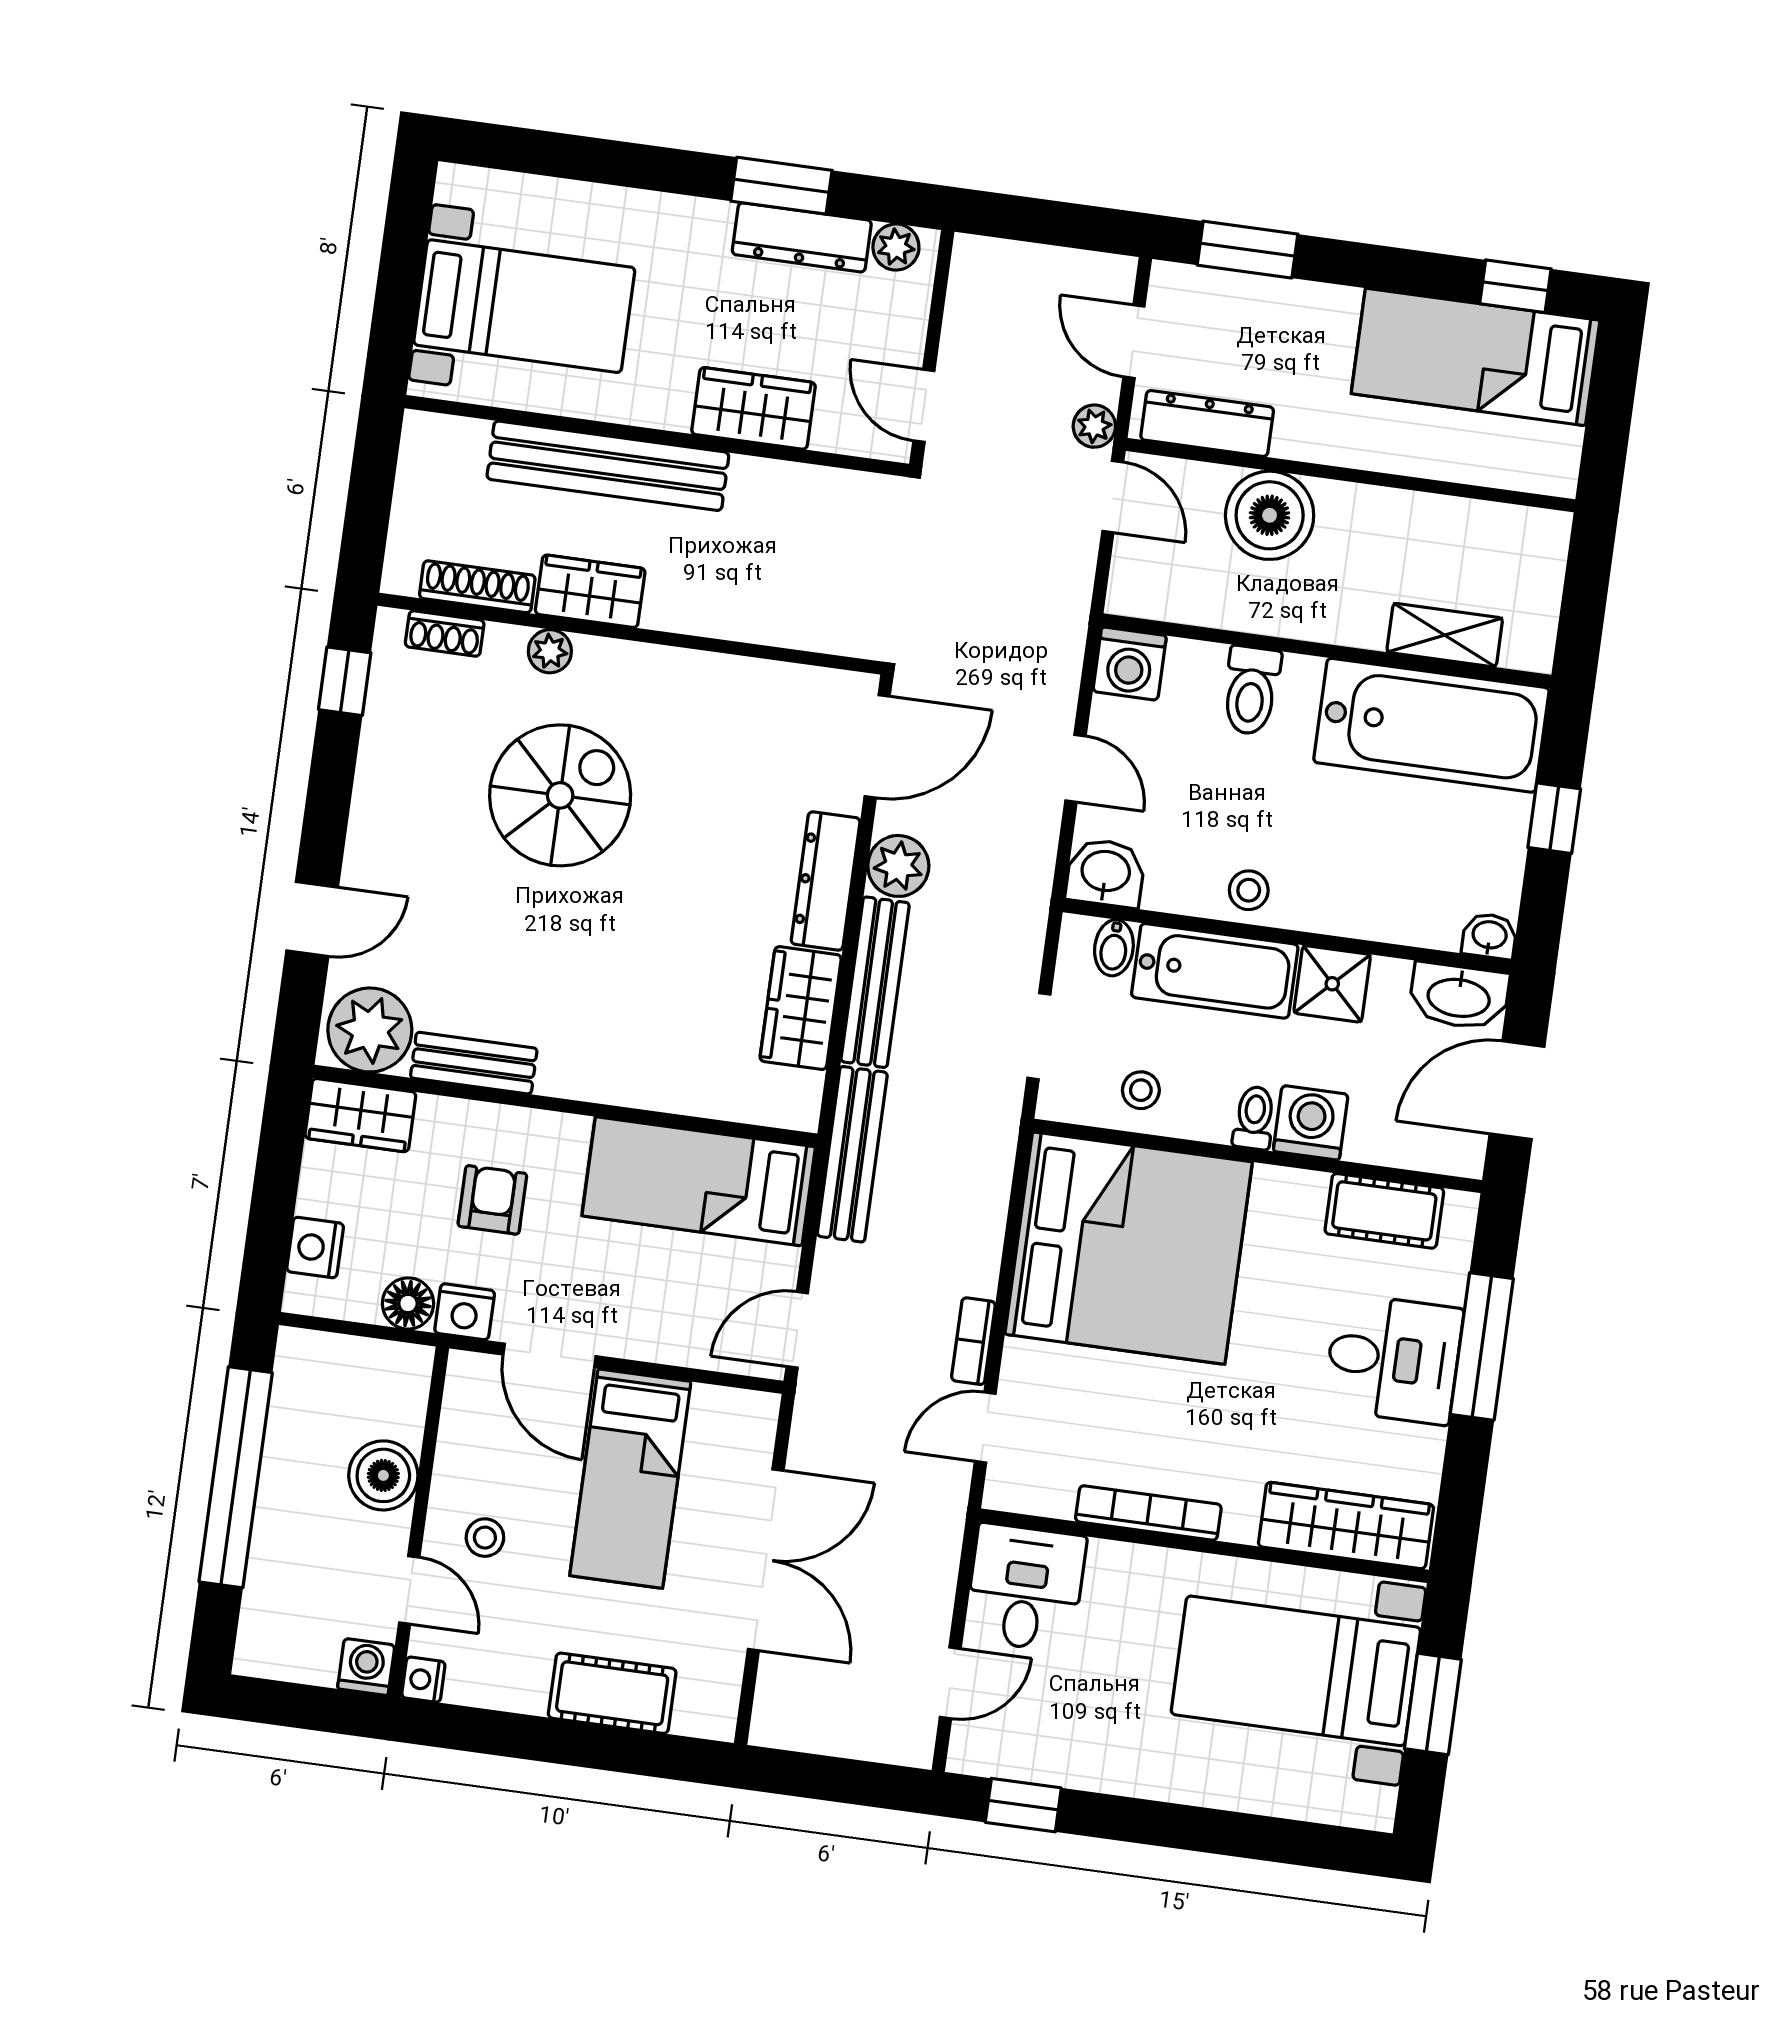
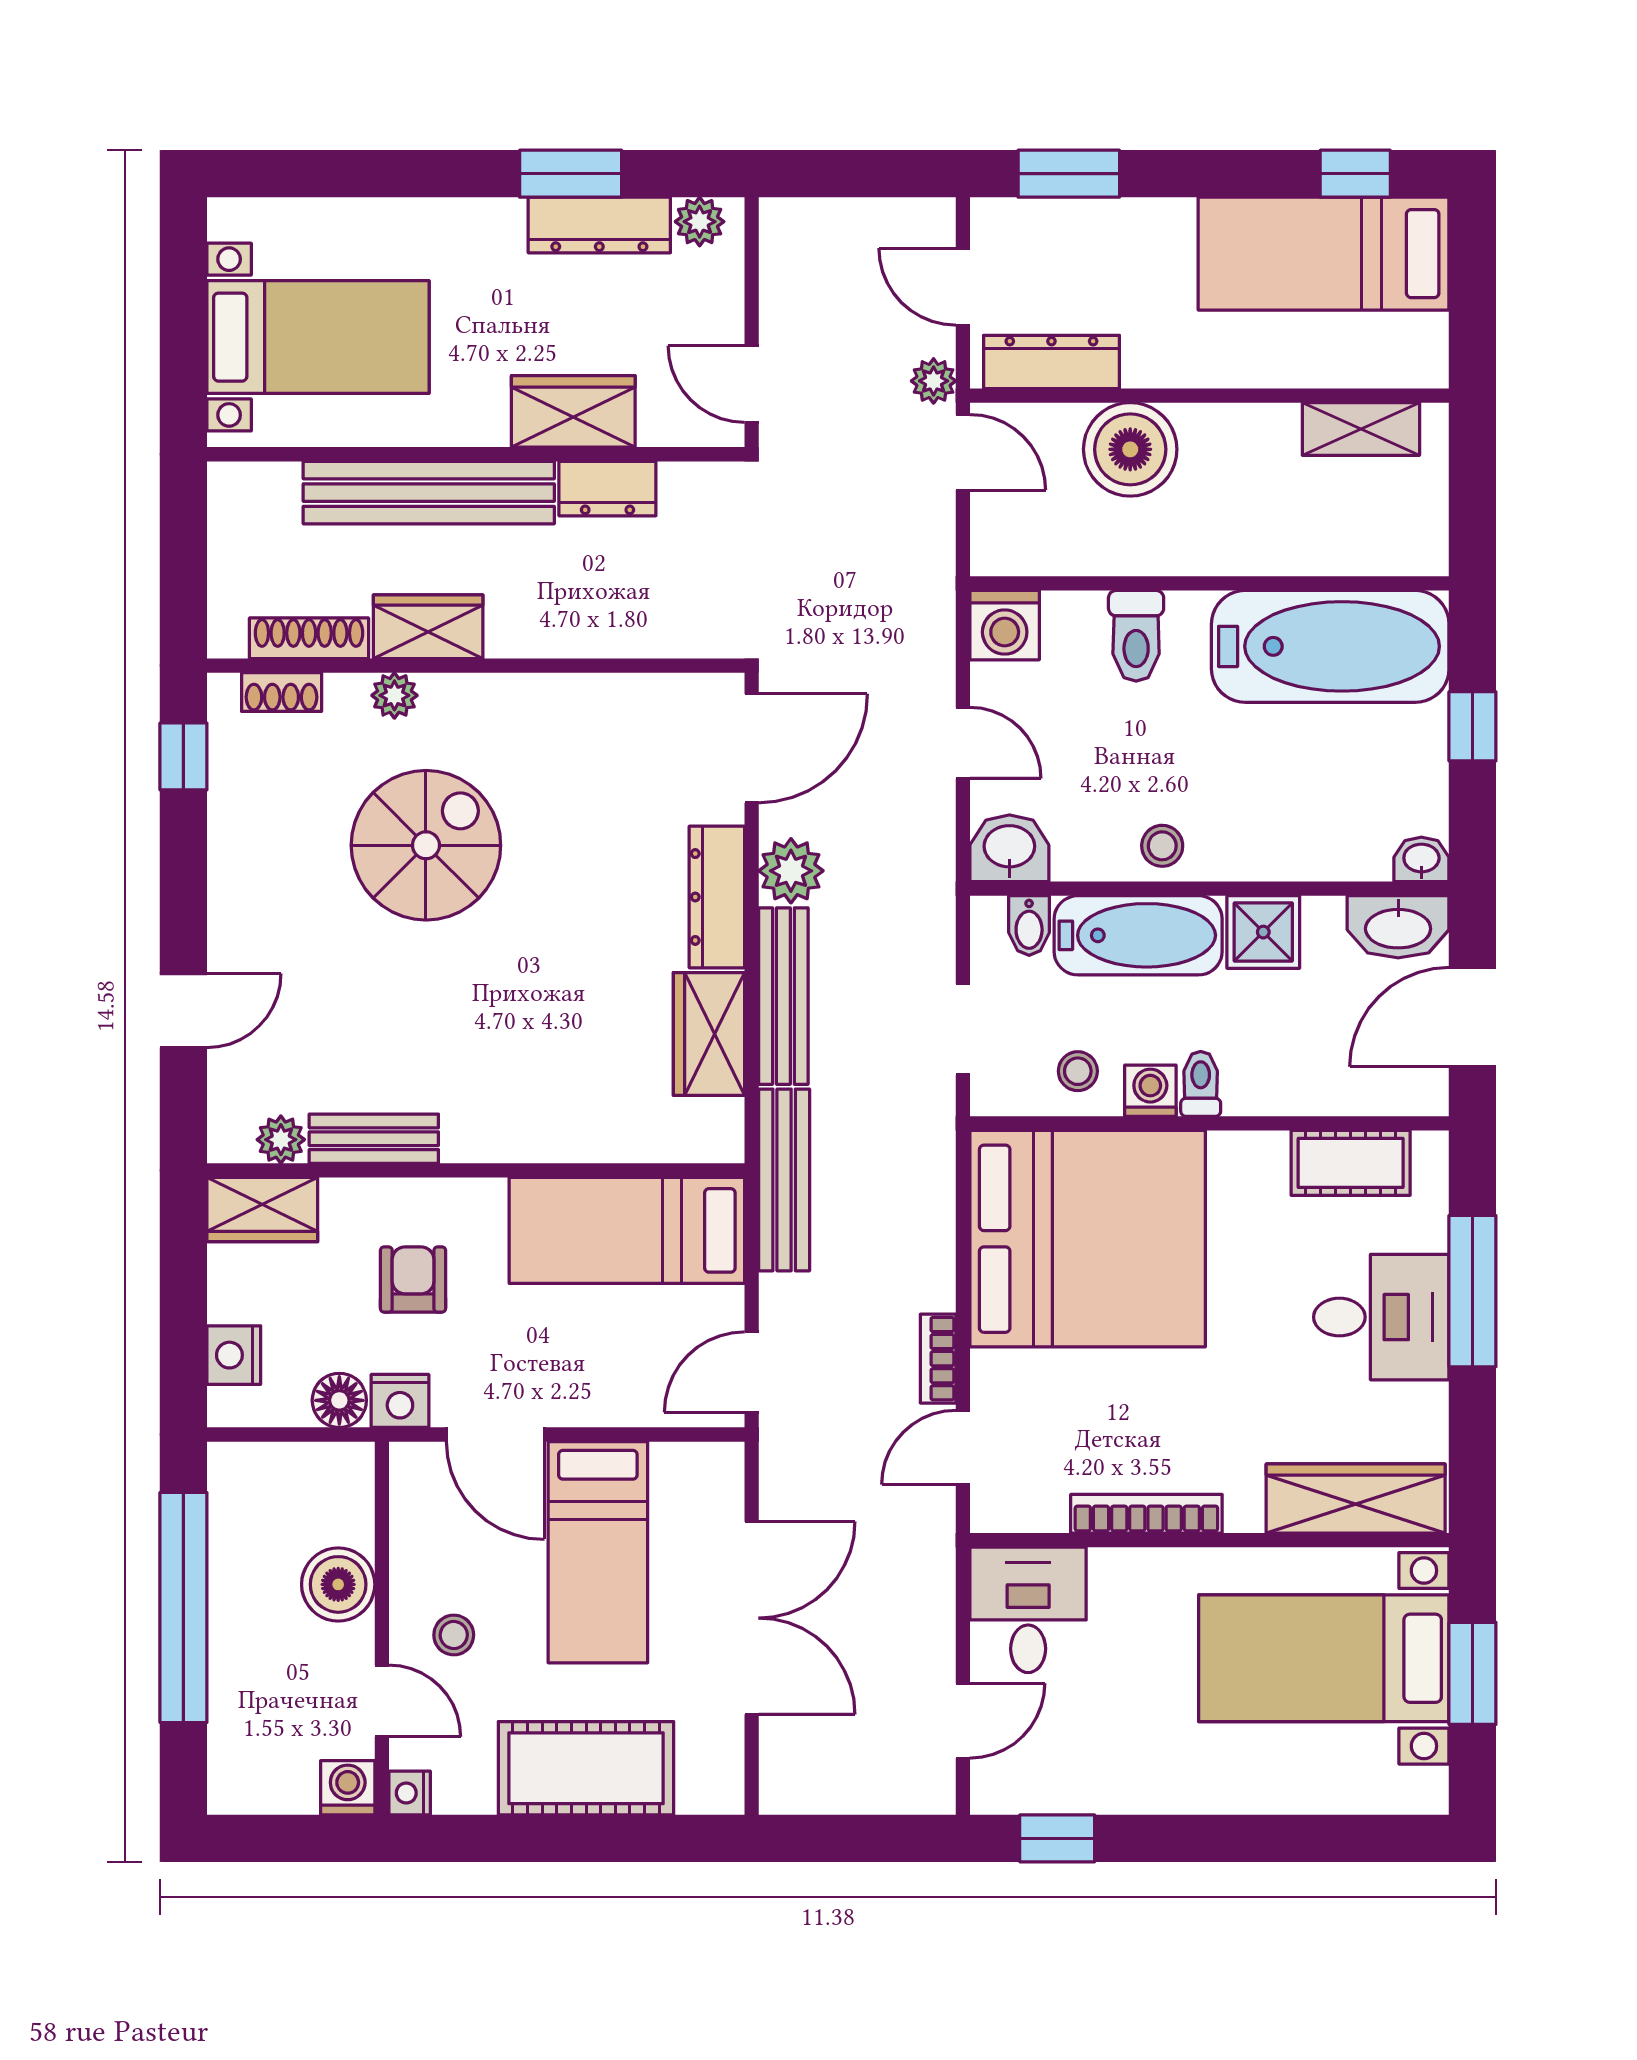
dresser: (776, 485) -> (607, 489), added
shelving: (1445, 635) -> (1361, 429), moved
plant: (370, 1030) -> (281, 1140), width x0.53, depth x0.53
washing machine: (1311, 1123) -> (1150, 1091), moved, width x0.73, depth x0.73
cot: (612, 1693) -> (586, 1768), width x1.37, depth x1.34

